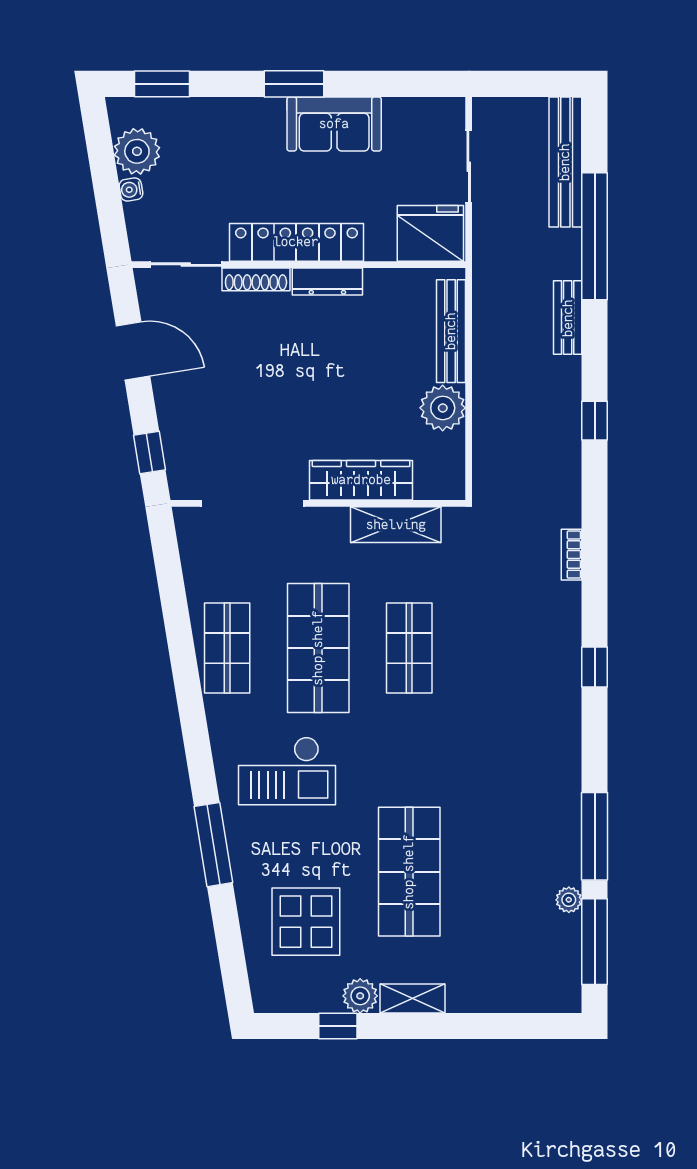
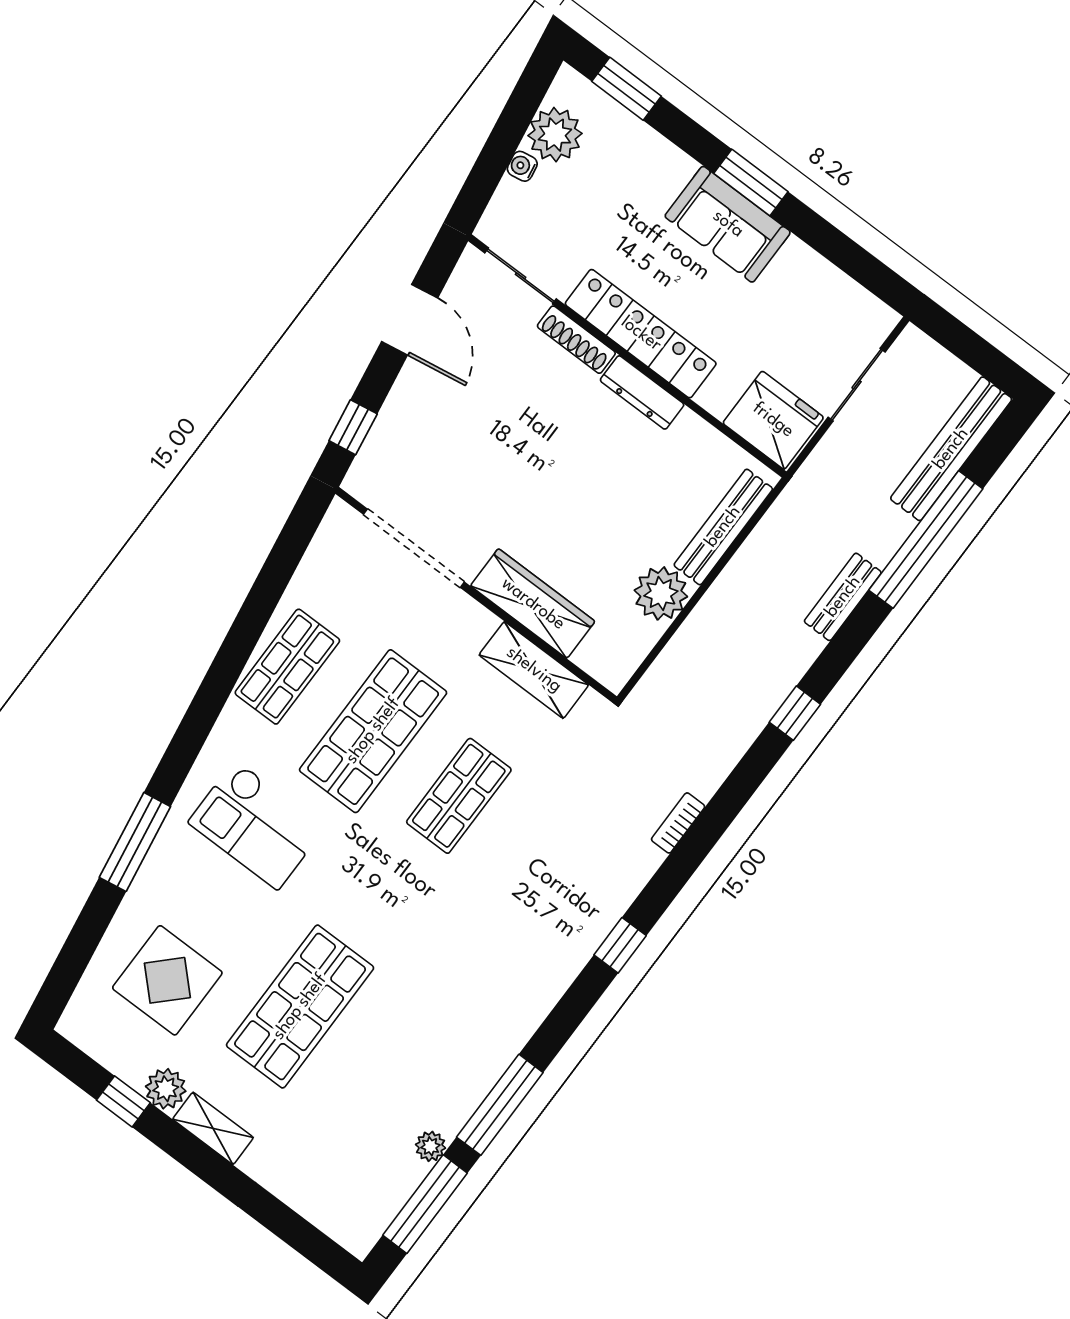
sofa: (334, 124) -> (728, 224), moved

